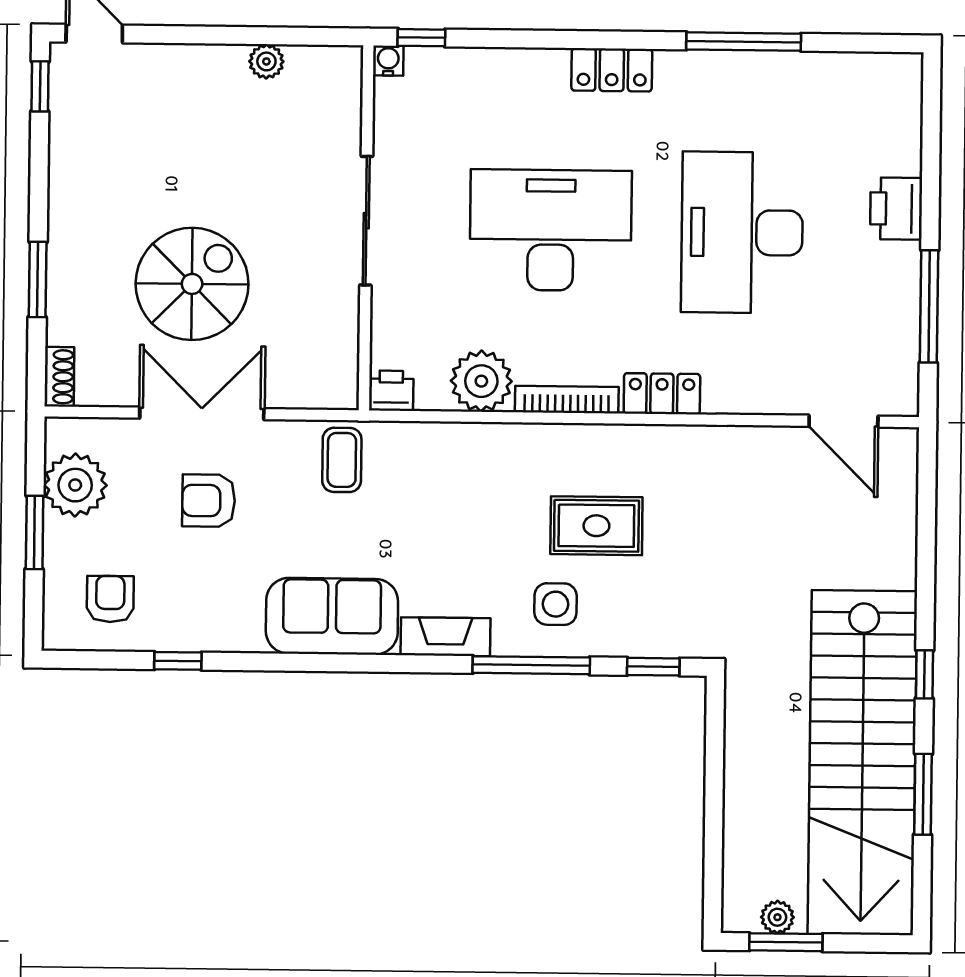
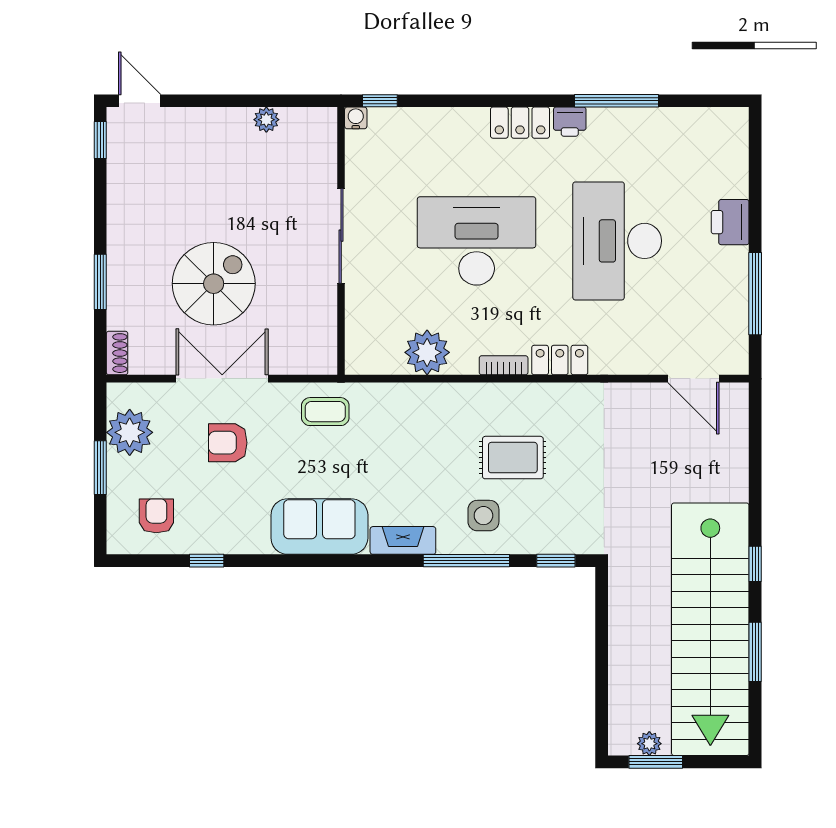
printer: (391, 391) -> (570, 122), moved, turned 180
bookcase: (567, 400) -> (504, 365), width x0.64
coffee table: (342, 460) -> (325, 412), turned 90

